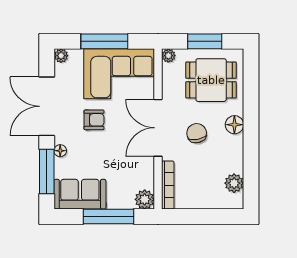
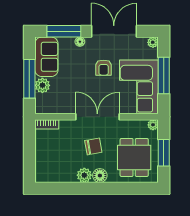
plant: (234, 183) -> (84, 175), moved
bookcase: (168, 185) -> (47, 124), width x0.64
plant: (145, 199) -> (42, 85), moved

